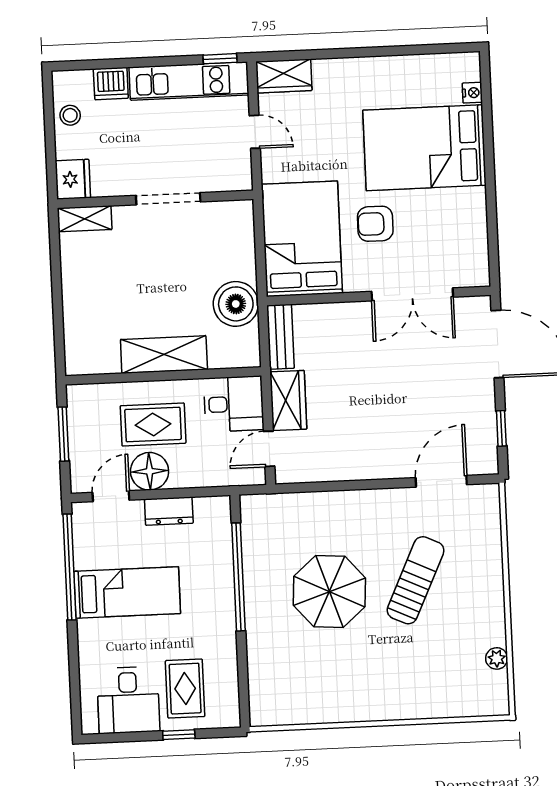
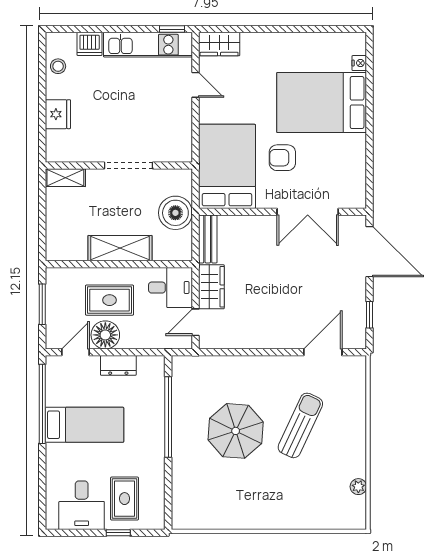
wall: (155, 199) -> (119, 165), moved
doorway: (168, 199) -> (129, 165), moved
shelving: (85, 219) -> (65, 178), moved

